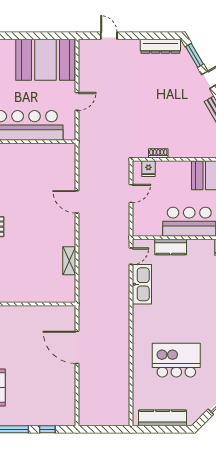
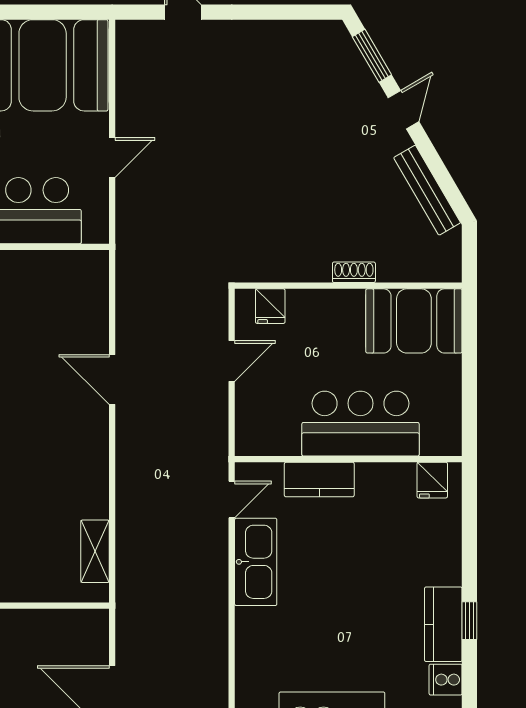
dresser: (160, 46) -> (297, 35), removed
shoe rack: (158, 153) -> (354, 272), moved
shelving: (69, 261) -> (95, 551), moved

